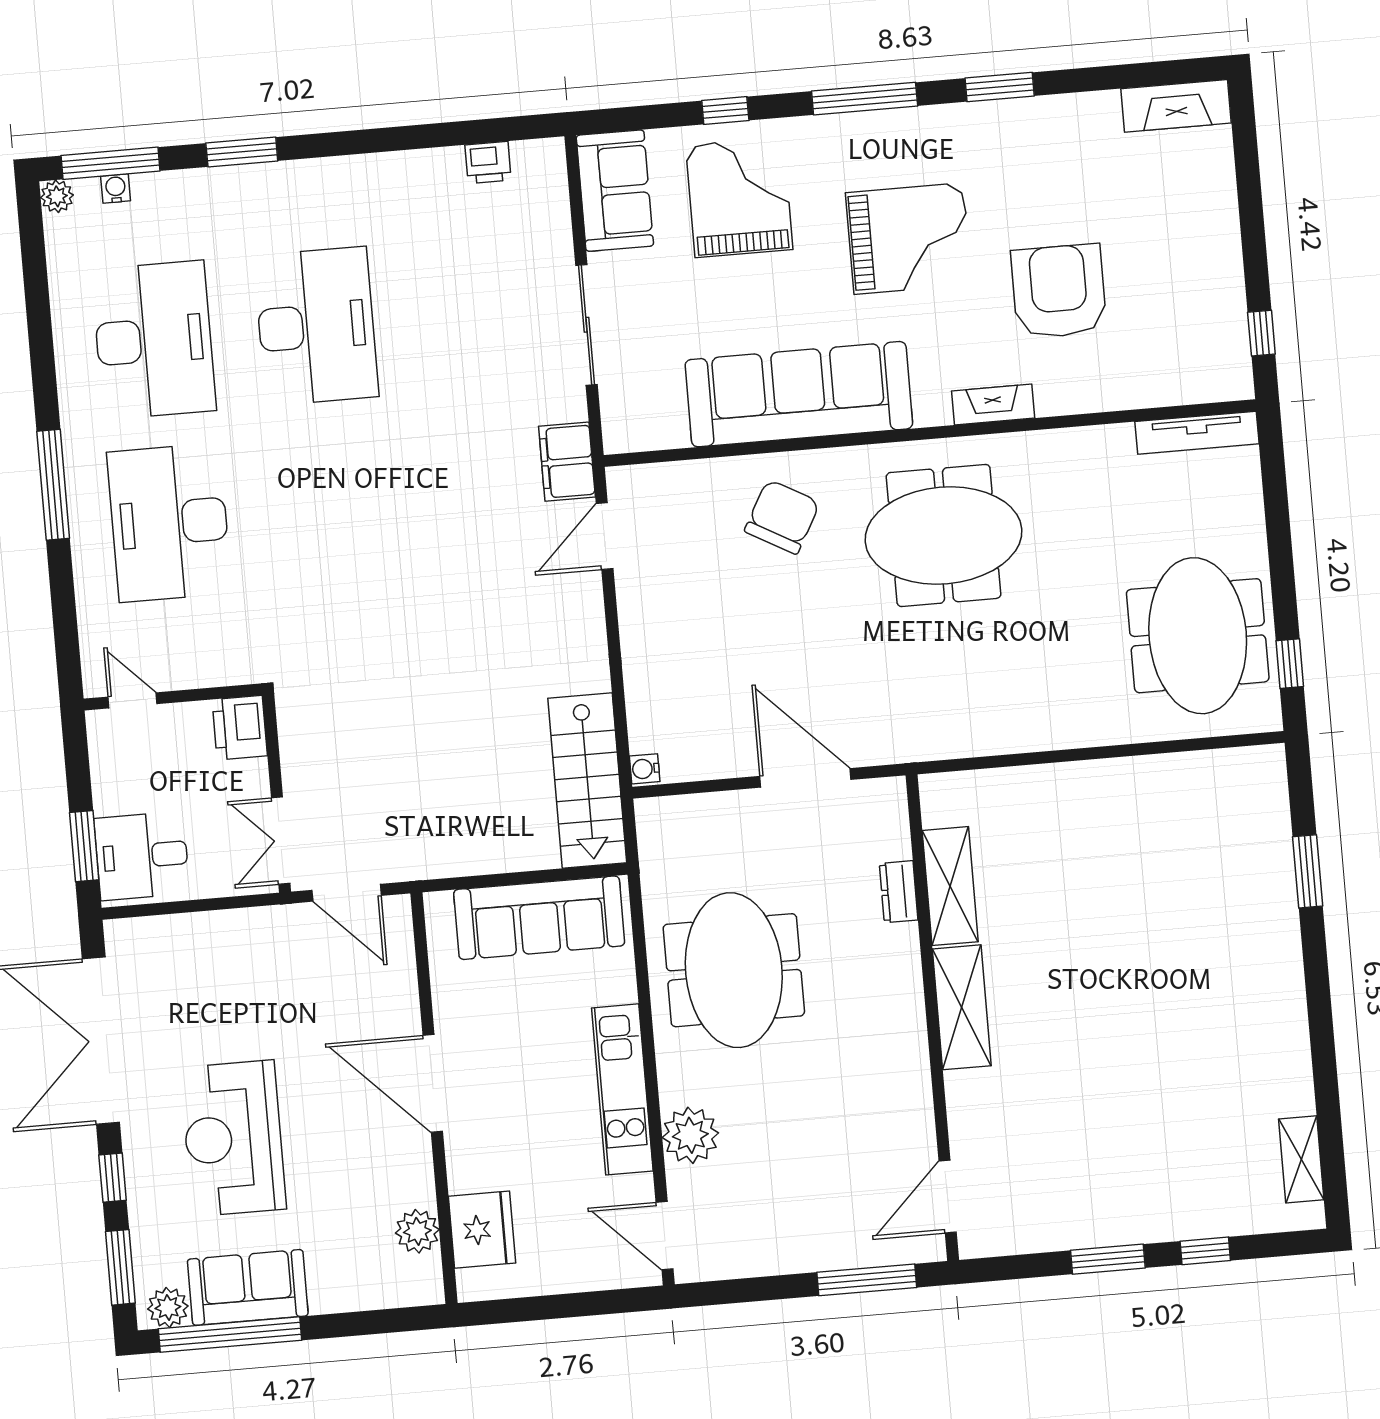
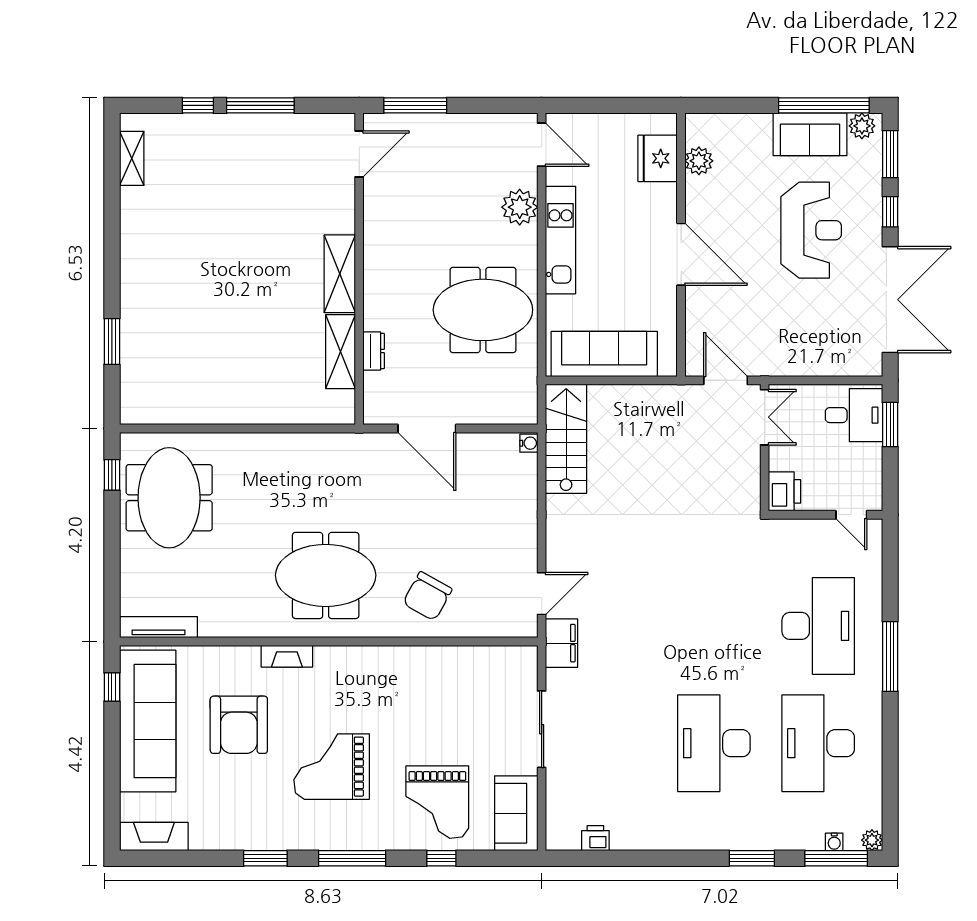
sofa: (799, 394) -> (148, 721), moved, turned -90
meeting table: (734, 970) -> (483, 310), turned 90
window: (1108, 1259) -> (260, 105), width x1.44

